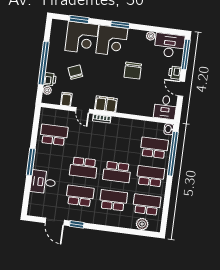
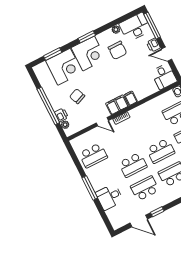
chair: (133, 71) -> (117, 50), moved
filing cabinet: (66, 99) -> (131, 98), moved
school desk: (54, 135) -> (93, 155), turned 180

